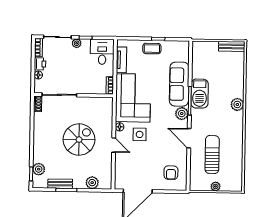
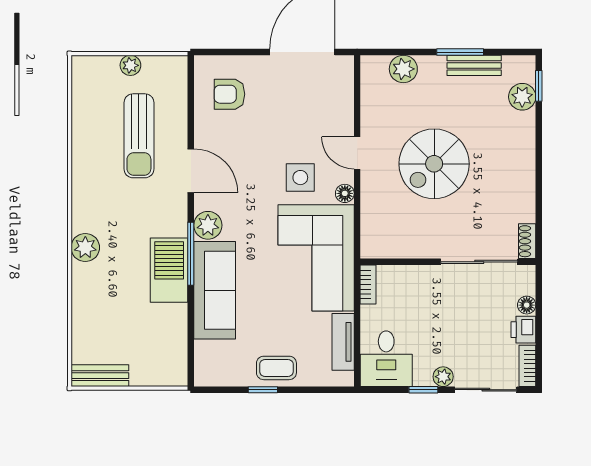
armchair: (171, 173) -> (229, 94), turned -90

